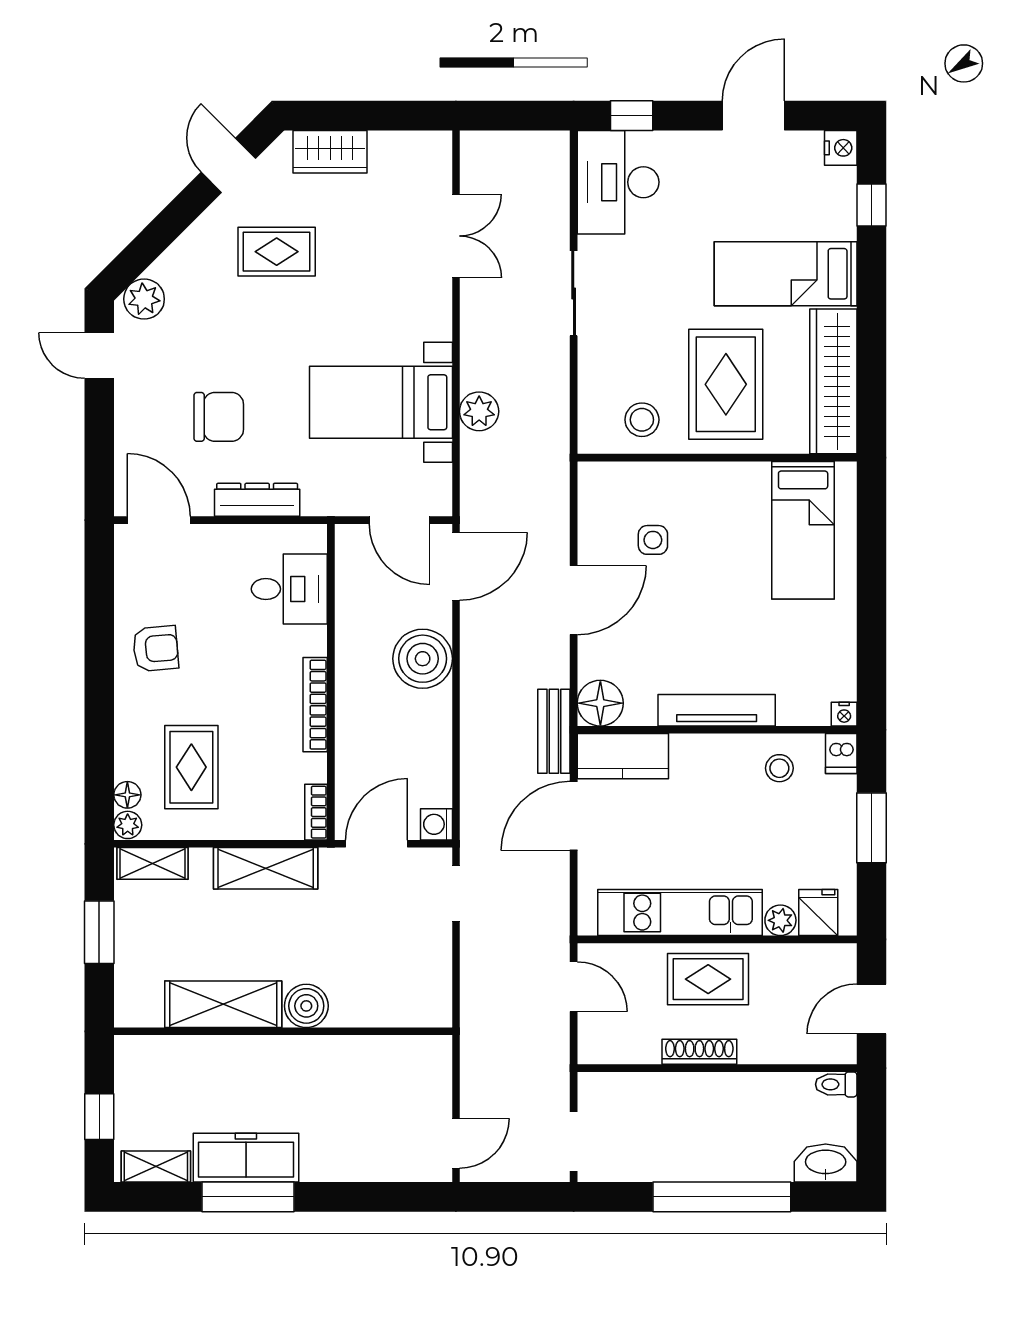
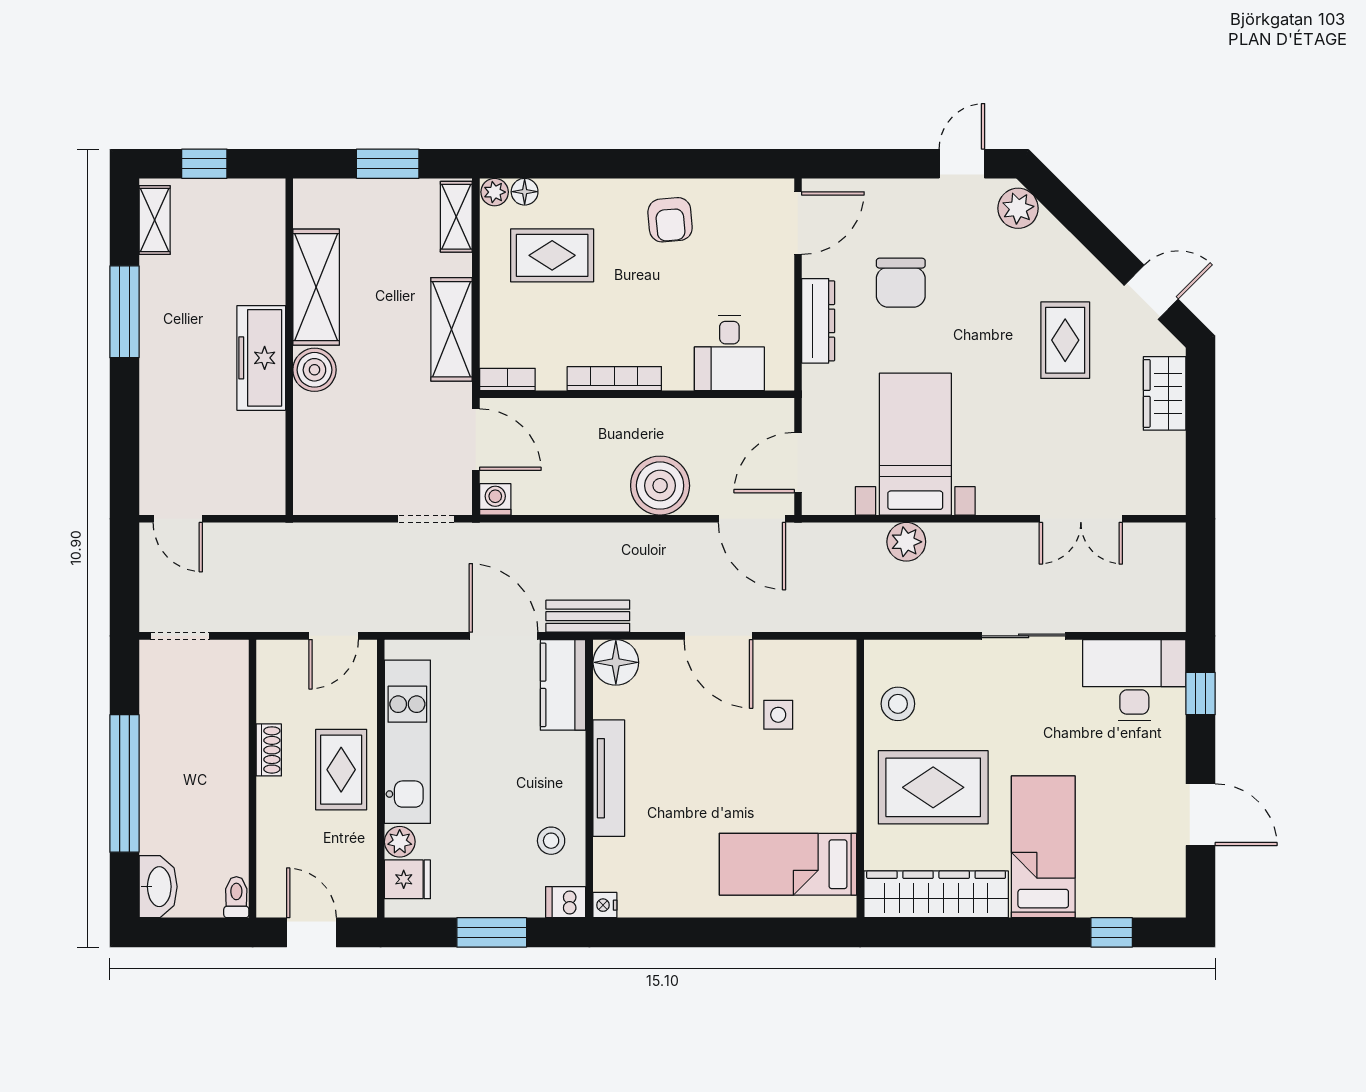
nightstand: (841, 148) -> (1169, 902), removed
shoe rack: (699, 1052) -> (269, 750), width x0.70
freezer: (246, 1158) -> (261, 358), moved, turned 180

